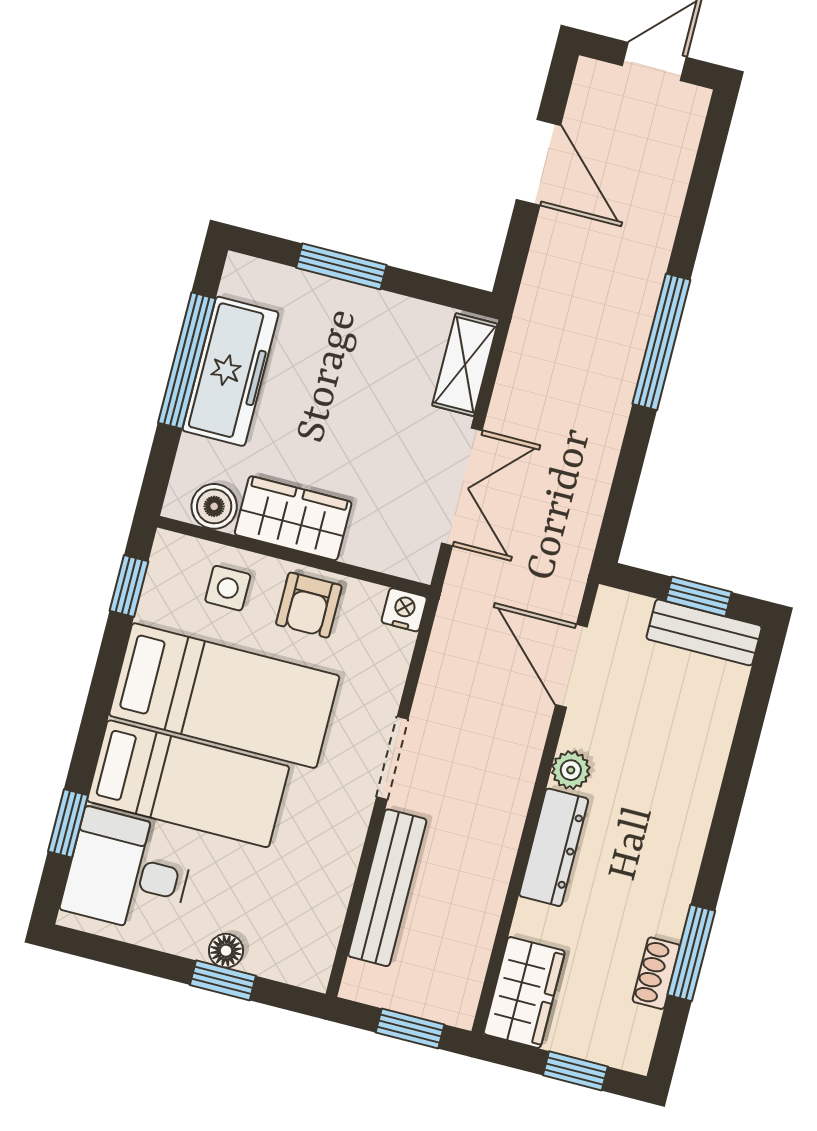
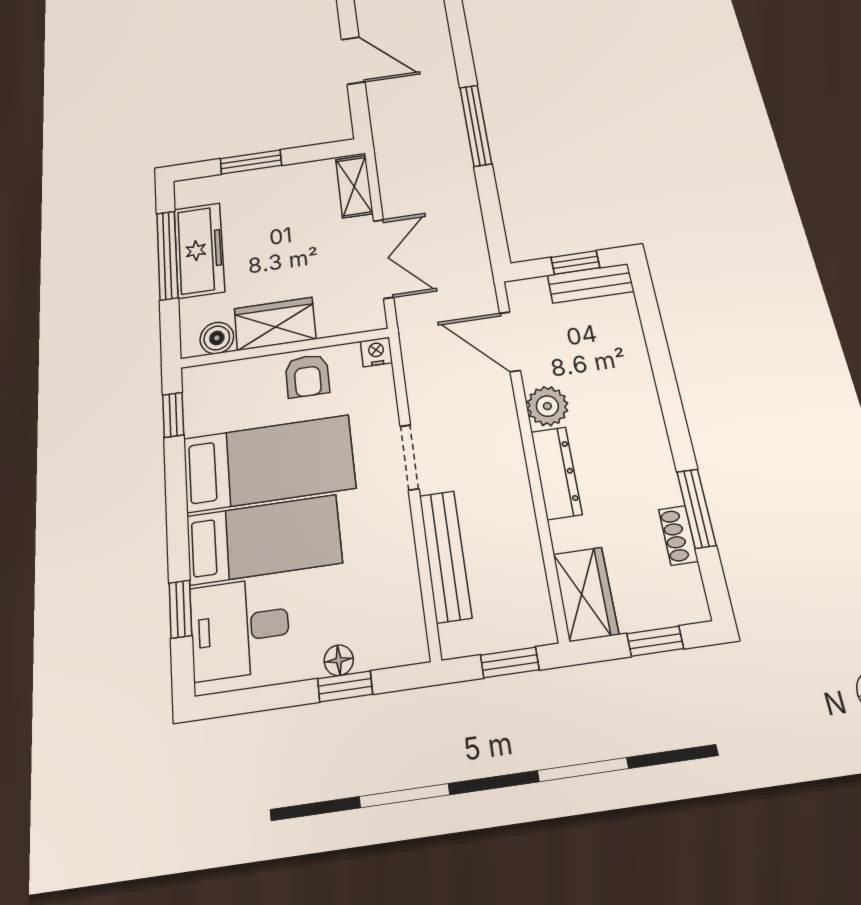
side table: (228, 588) -> (245, 388), removed
plant: (571, 770) -> (547, 406), width x1.38, depth x1.38

